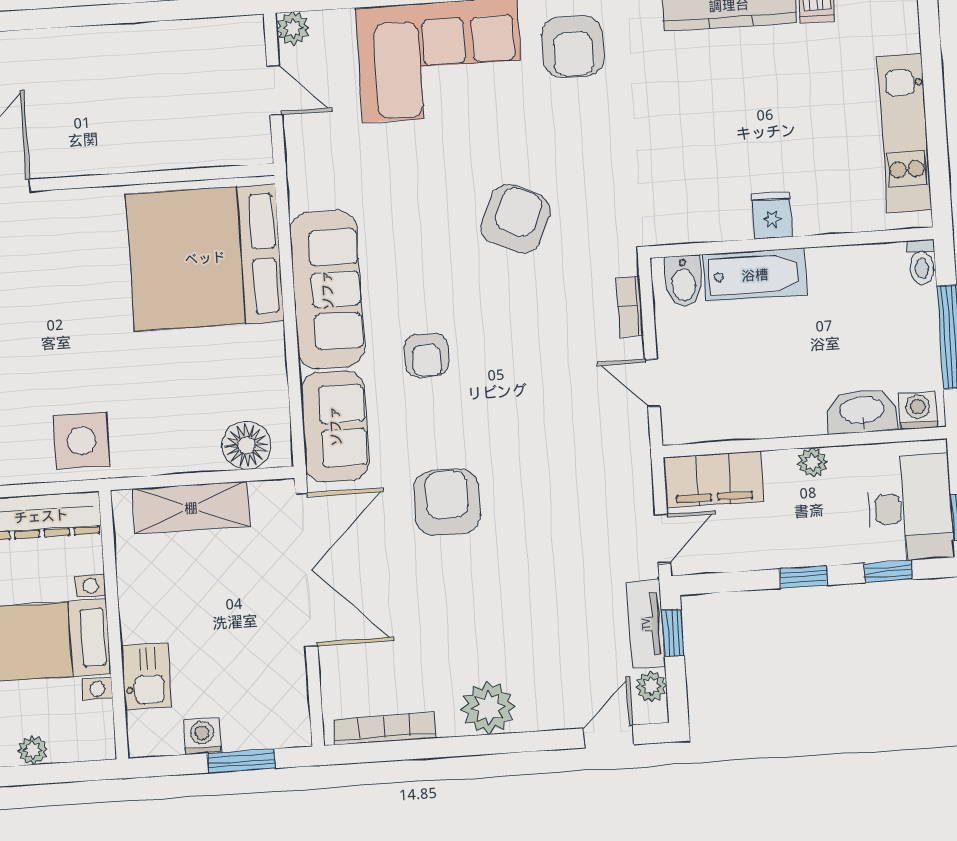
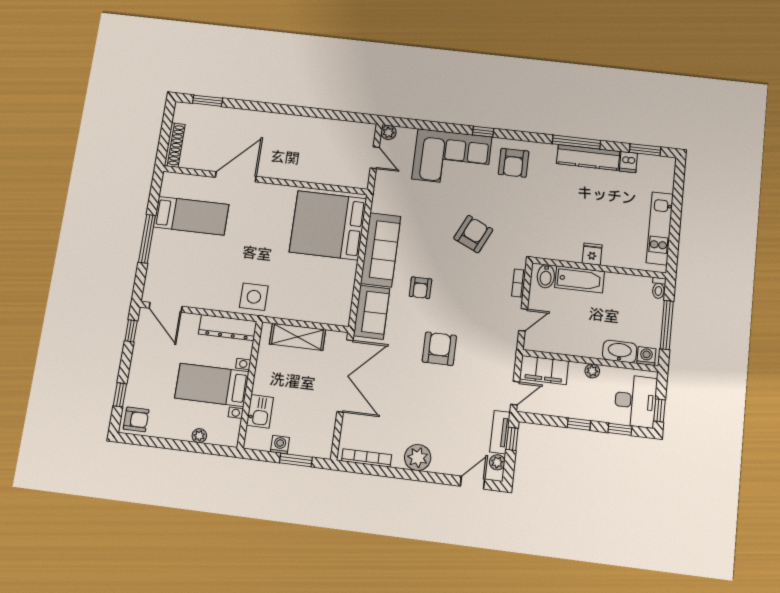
door: (652, 383) -> (523, 320), swing flipped
floor lamp: (246, 445) -> (329, 313), removed
armchair: (447, 502) -> (439, 349), moved

